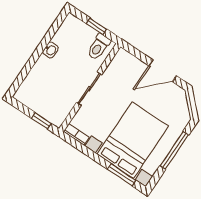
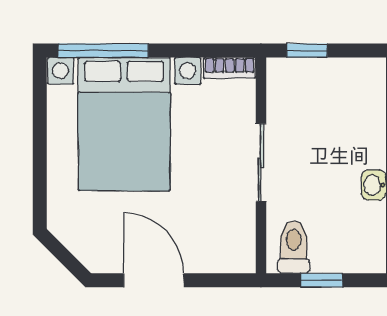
door: (163, 71) -> (154, 280), hinge flipped
window: (174, 150) -> (40, 155), removed
window: (122, 175) -> (103, 51), width x1.44

